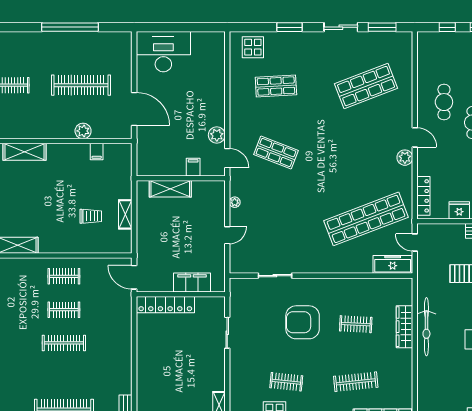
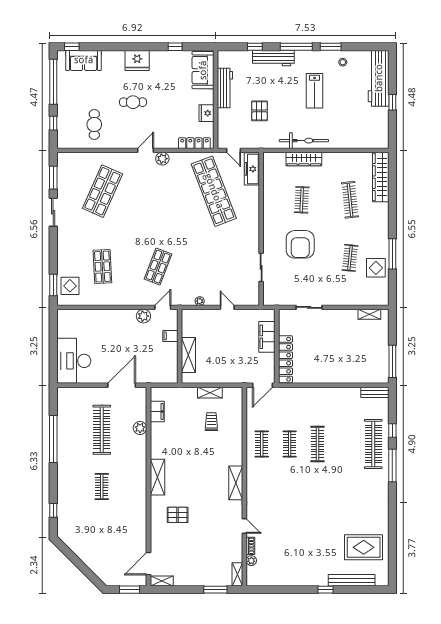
window: (289, 27) -> (53, 285), moved
shop shelf: (366, 86) -> (102, 191), turned 45
cafe table: (444, 102) -> (94, 125), moved, turned 90
filing cabinet: (97, 151) -> (157, 411), width x2.00
door: (415, 243) -> (233, 150), hinge flipped

